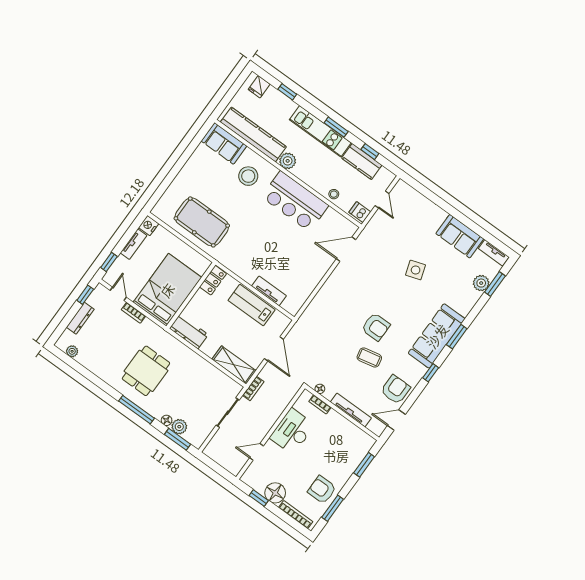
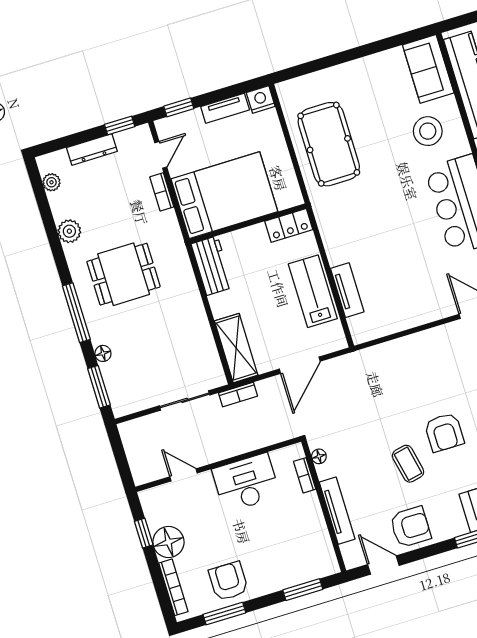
plant: (179, 427) -> (69, 231), moved

